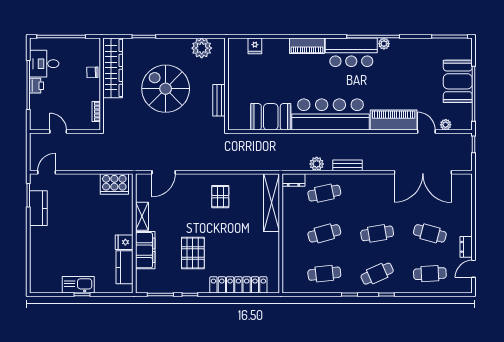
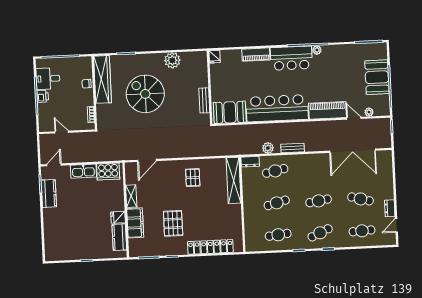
wall: (226, 84) -> (210, 87), moved
bench: (219, 100) -> (204, 100), moved
kitchen sink: (78, 285) -> (83, 171), moved, turned 180

